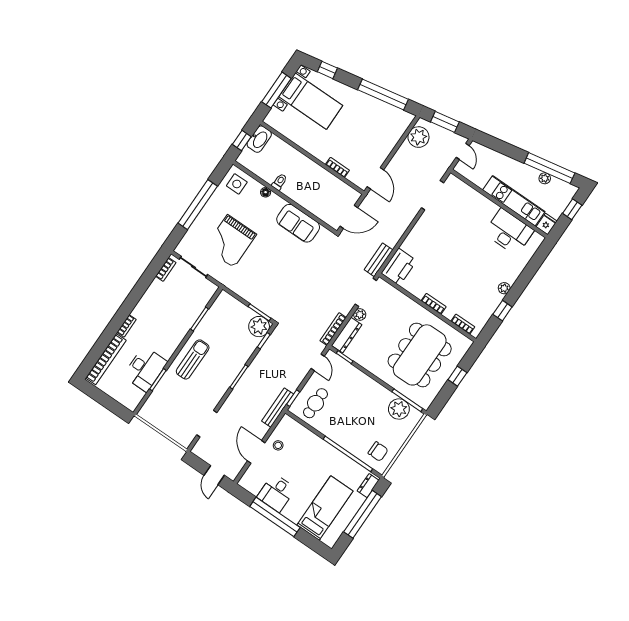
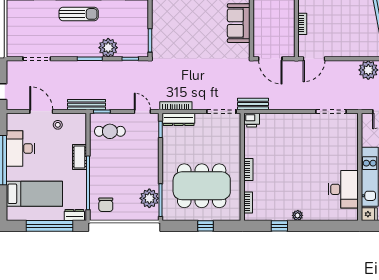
printer: (399, 267) -> (252, 120), width x0.53, depth x0.68
plant: (360, 315) -> (201, 119), removed
plant: (259, 327) -> (108, 48), moved
door: (318, 362) -> (142, 111), swing flipped
cot: (320, 446) -> (79, 157), added
door: (256, 452) -> (41, 111), hinge flipped
desk: (276, 493) -> (20, 148), width x1.37

